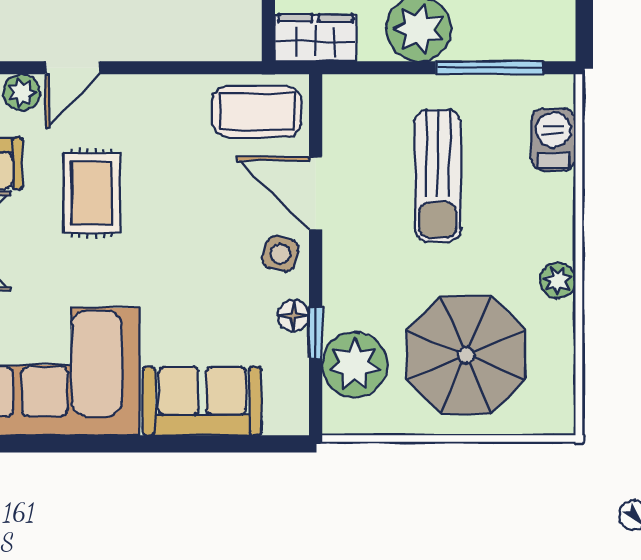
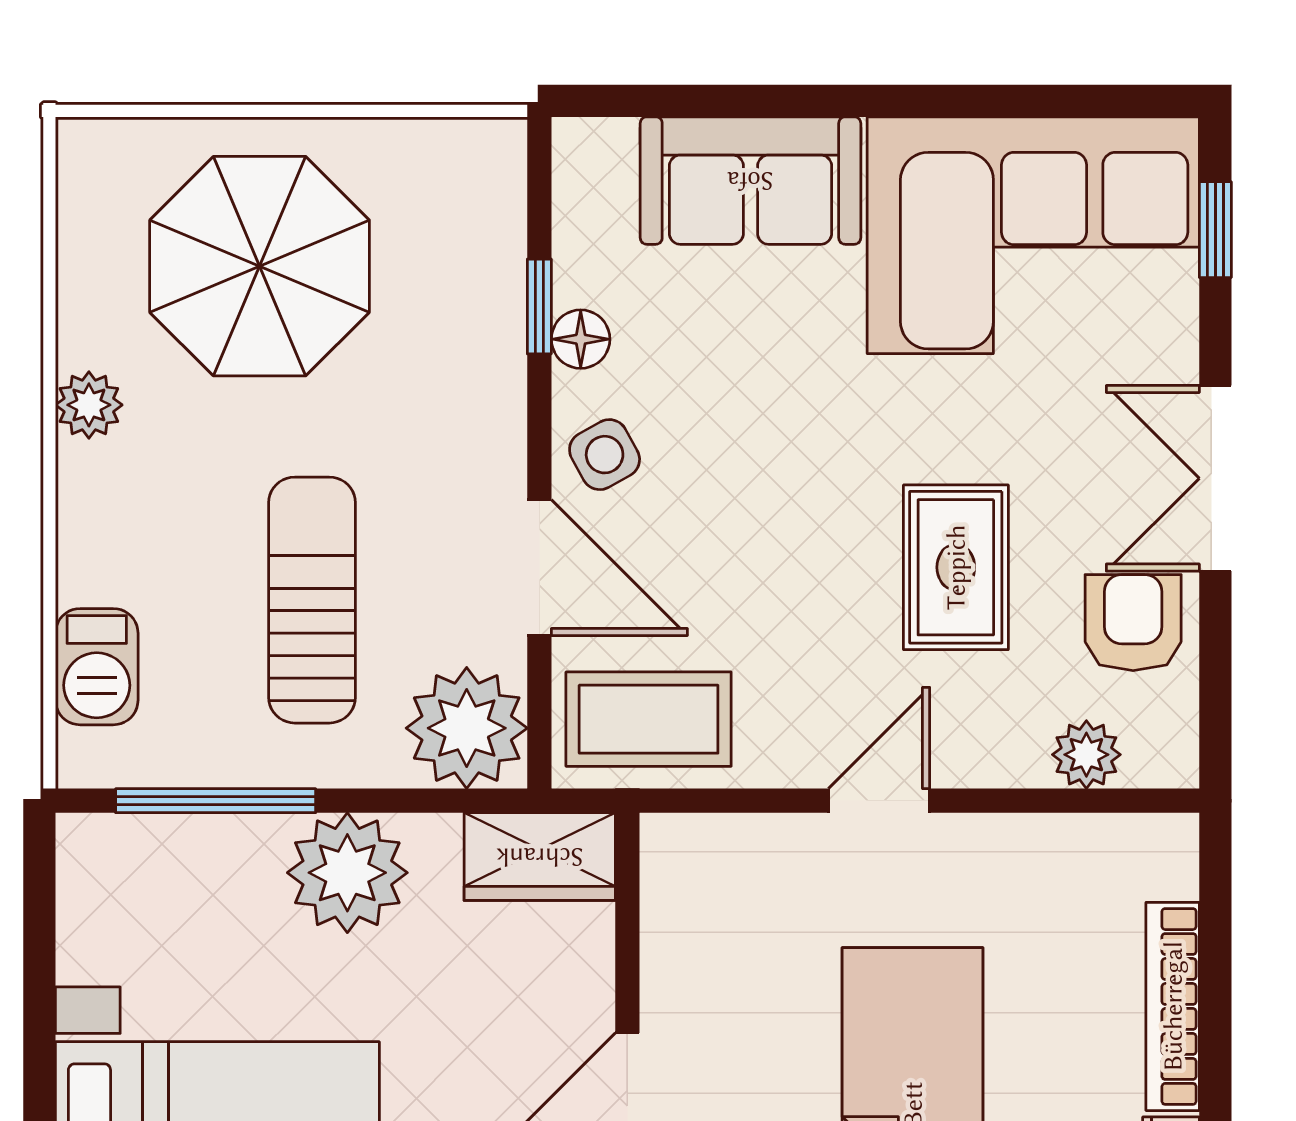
door: (73, 68) -> (879, 801), moved
side table: (281, 254) -> (605, 455), turned 45
plant: (355, 365) -> (467, 728), moved

